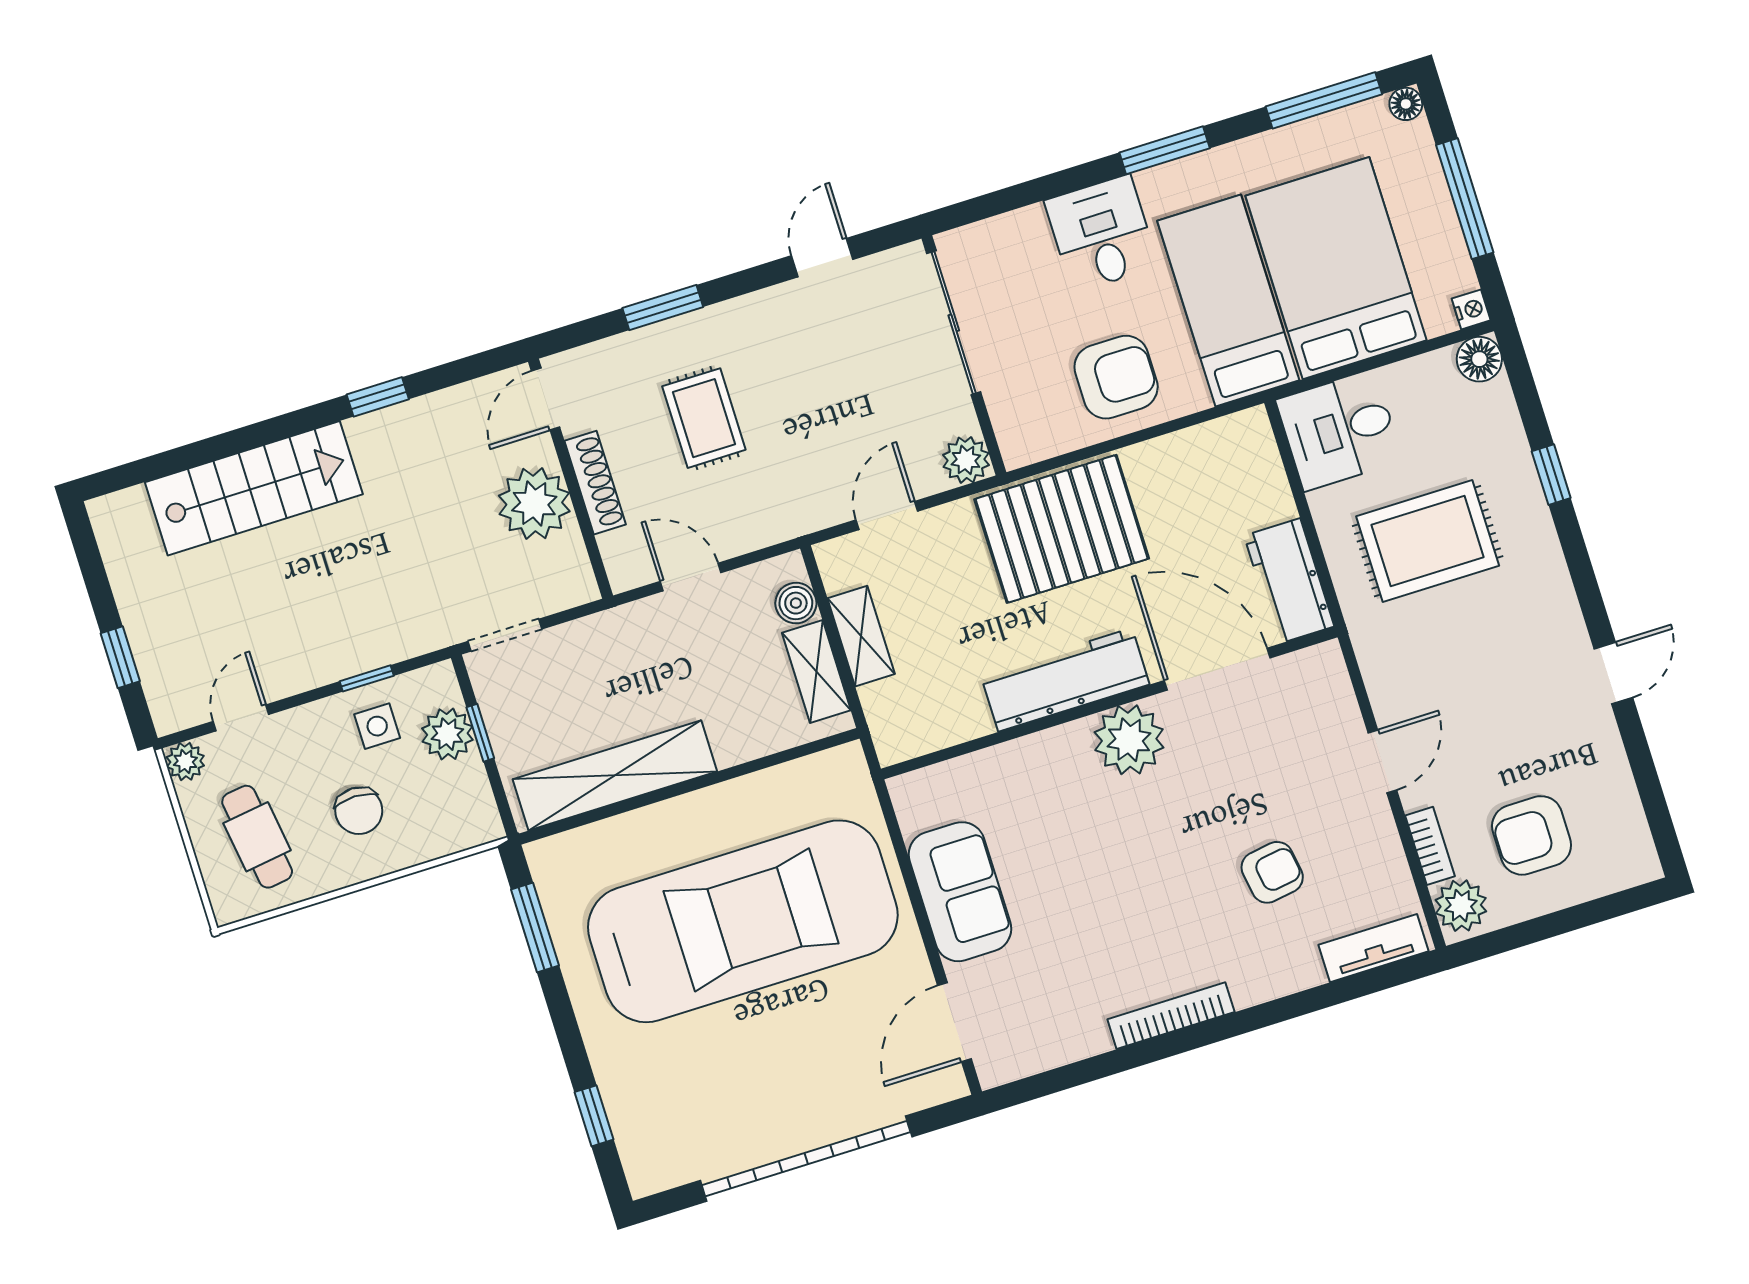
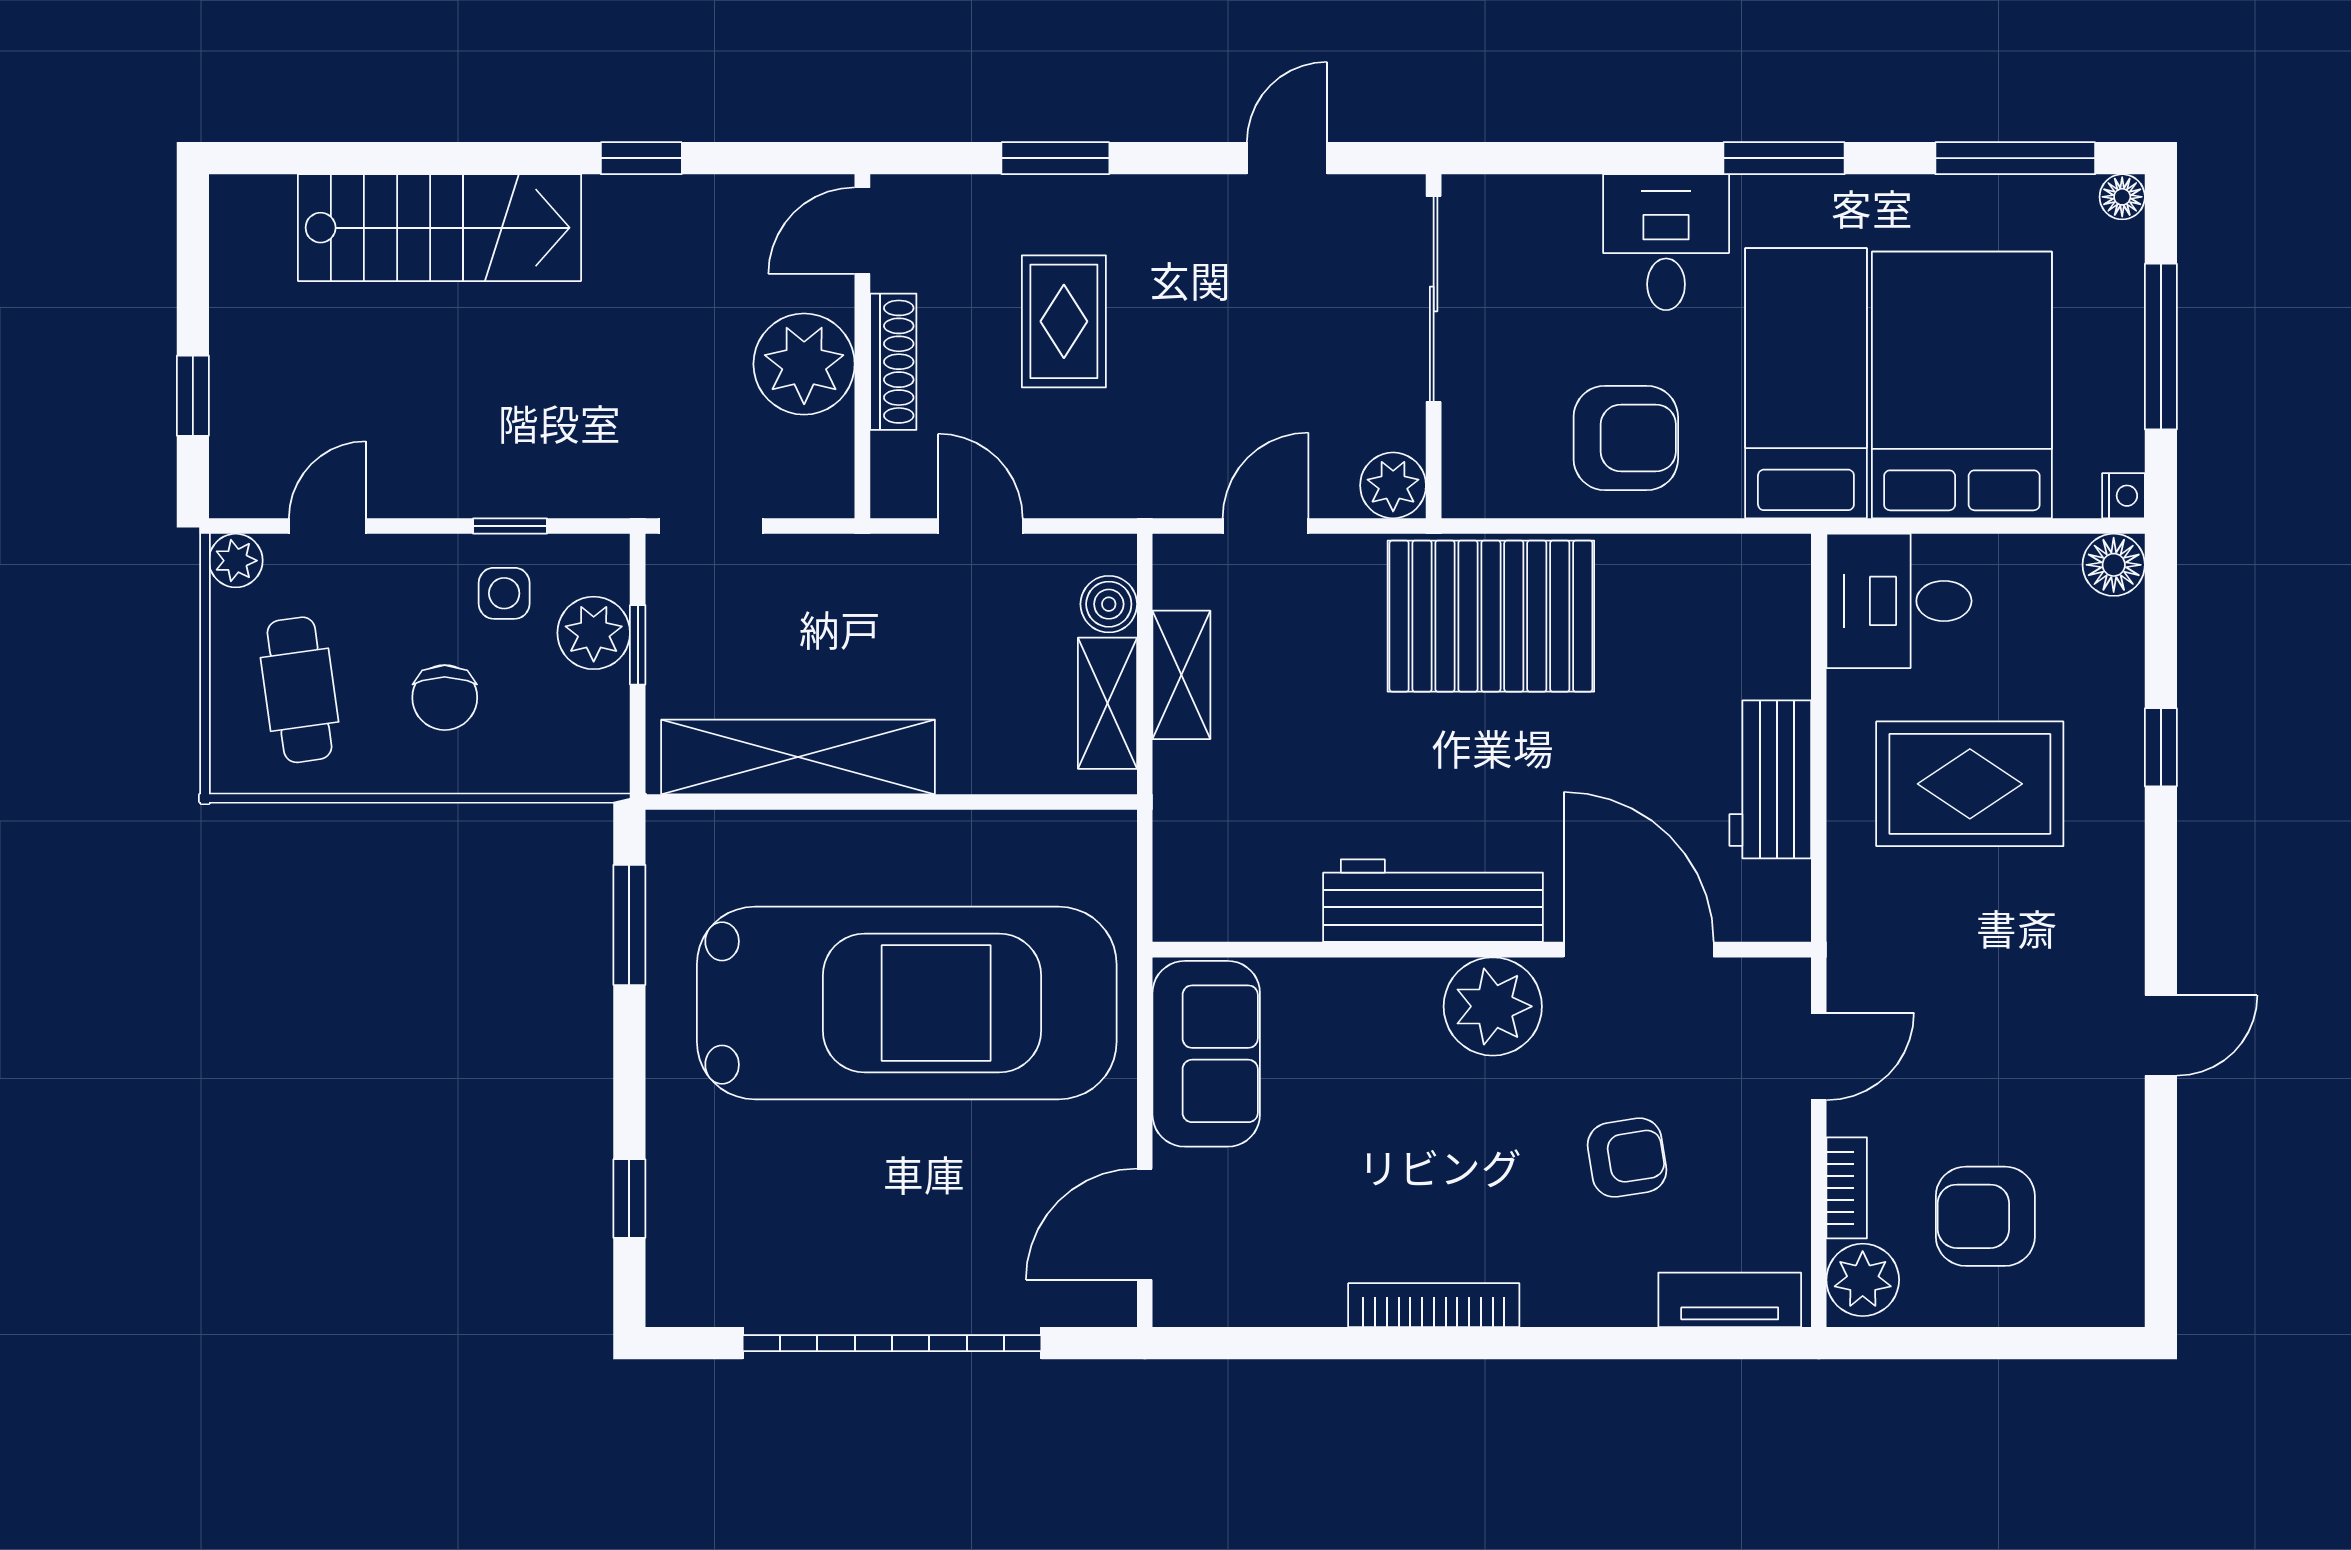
door: (1217, 669) -> (1639, 950), moved
workbench: (1065, 680) -> (1433, 901), moved
wall: (1109, 703) -> (1482, 950), moved
plant: (1129, 740) -> (1493, 1006), moved

